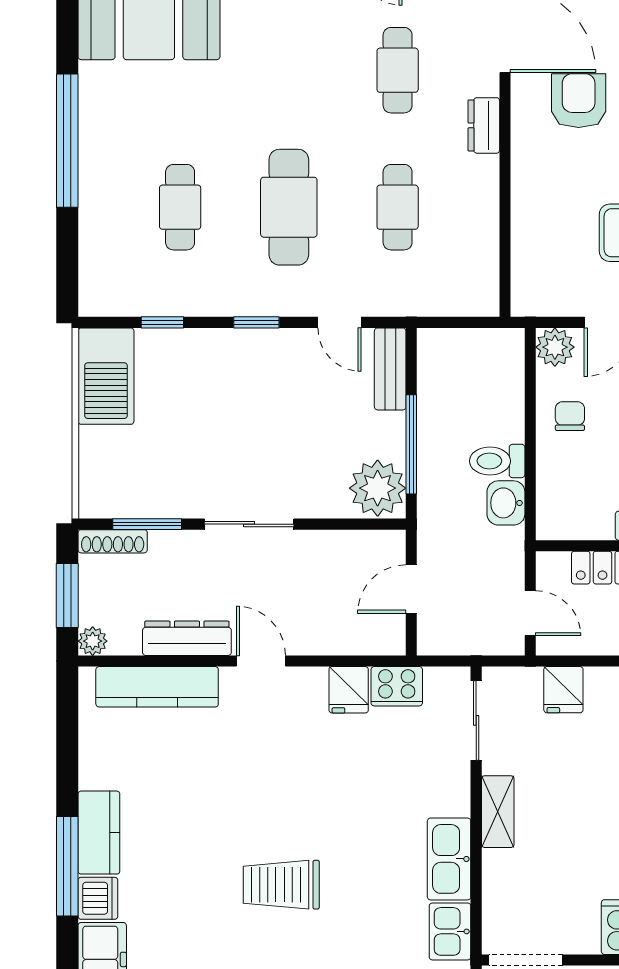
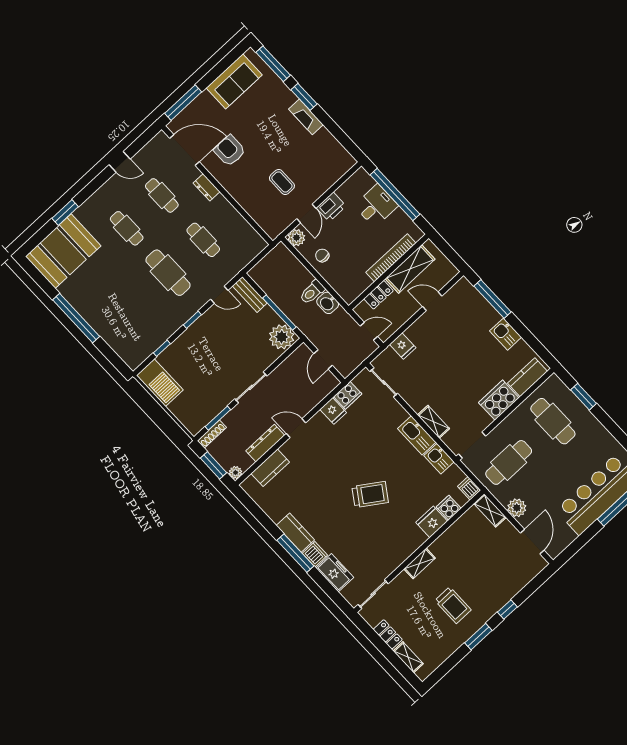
cafe table: (180, 207) -> (127, 228), moved
kitchen counter: (157, 687) -> (270, 468), width x0.67
shelving: (498, 812) -> (434, 422), moved
trolley: (281, 885) -> (370, 494), turned -146

